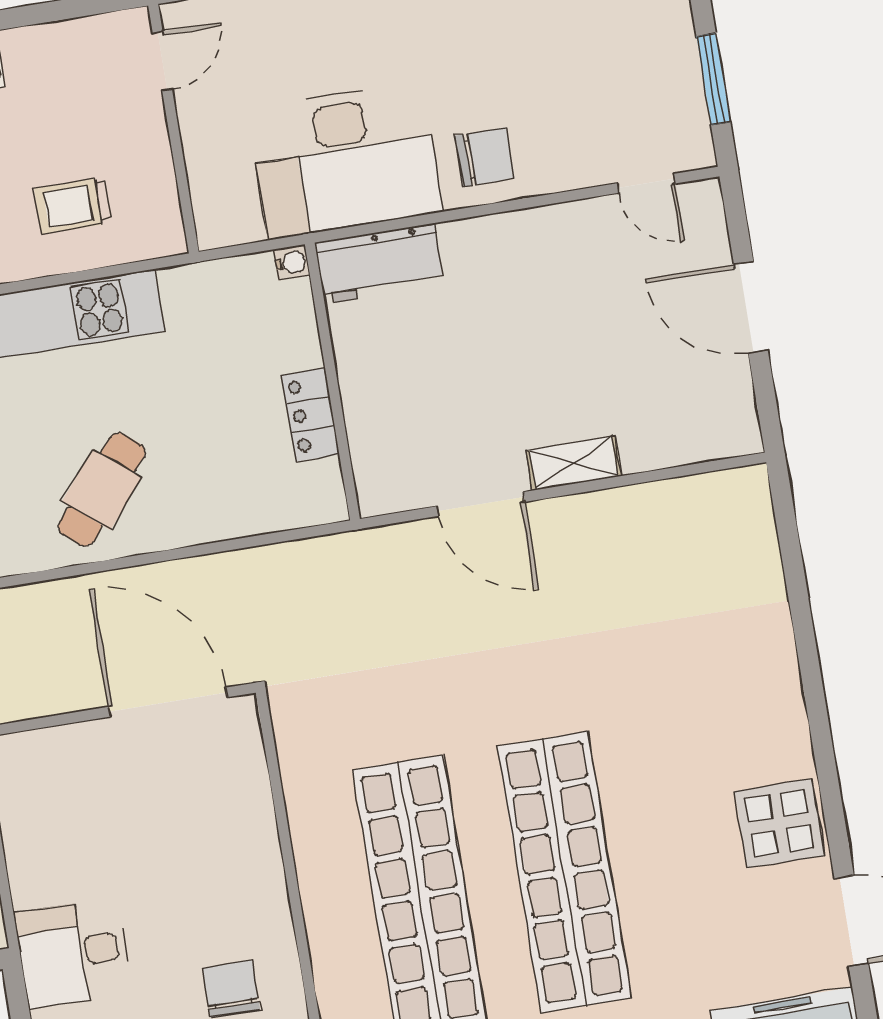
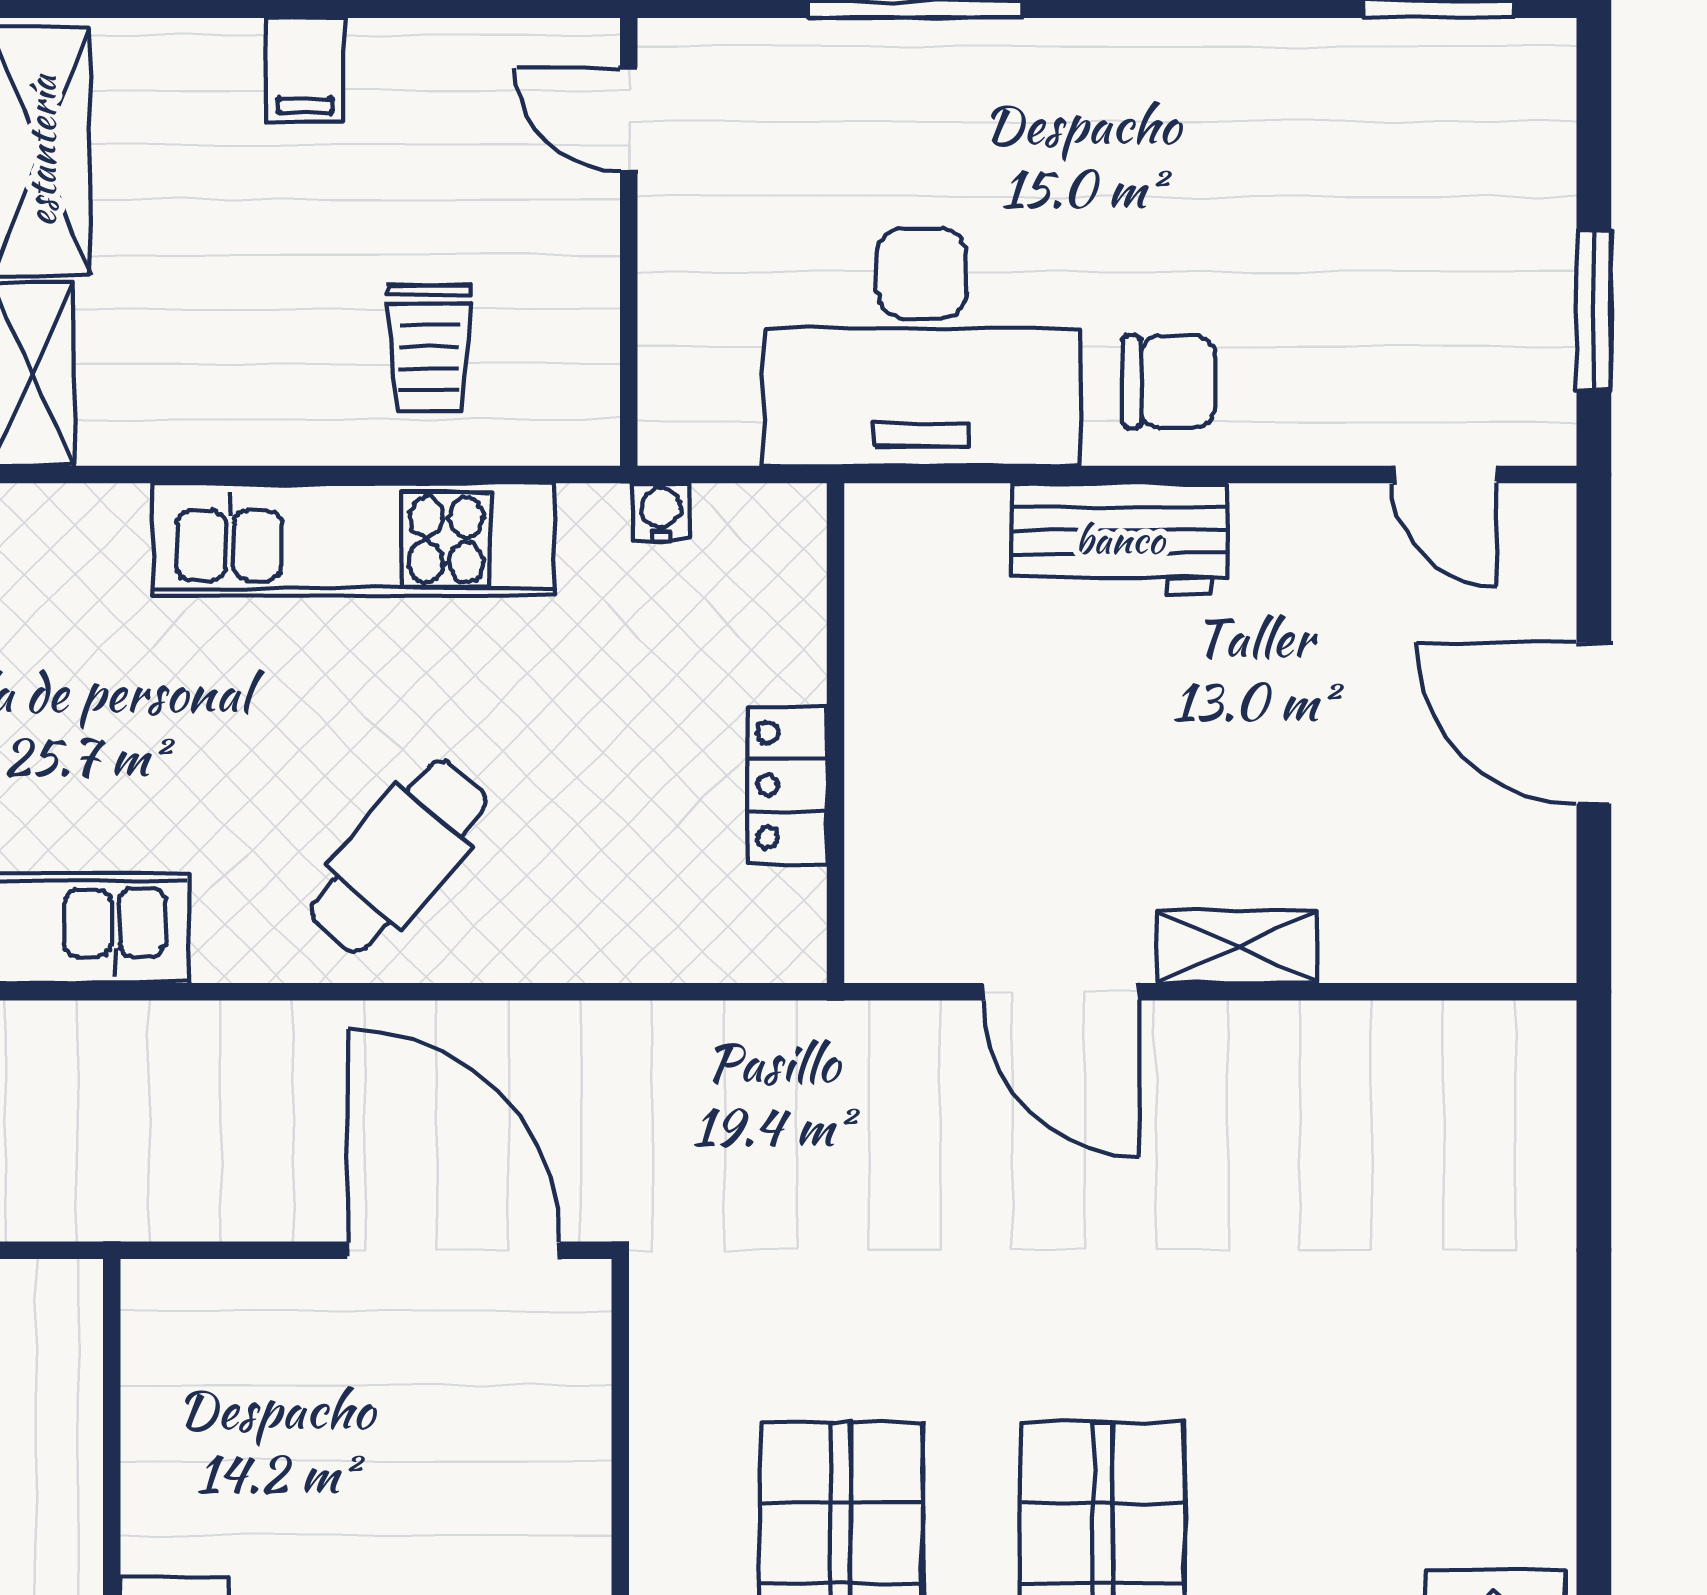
door: (162, 61) -> (629, 120), swing flipped
trolley: (73, 206) -> (429, 349), turned -90
water cooler: (292, 263) -> (661, 512), moved, turned -90
workbench: (379, 264) -> (1120, 539), moved

